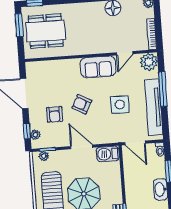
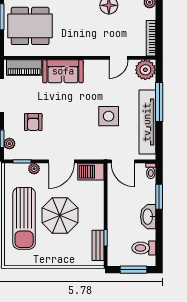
sofa: (98, 67) -> (63, 71), moved
piano: (43, 68) -> (24, 67), added
armchair: (82, 104) -> (65, 113), removed
door: (82, 147) -> (61, 161), swing flipped
plant: (44, 156) -> (34, 169), moved

